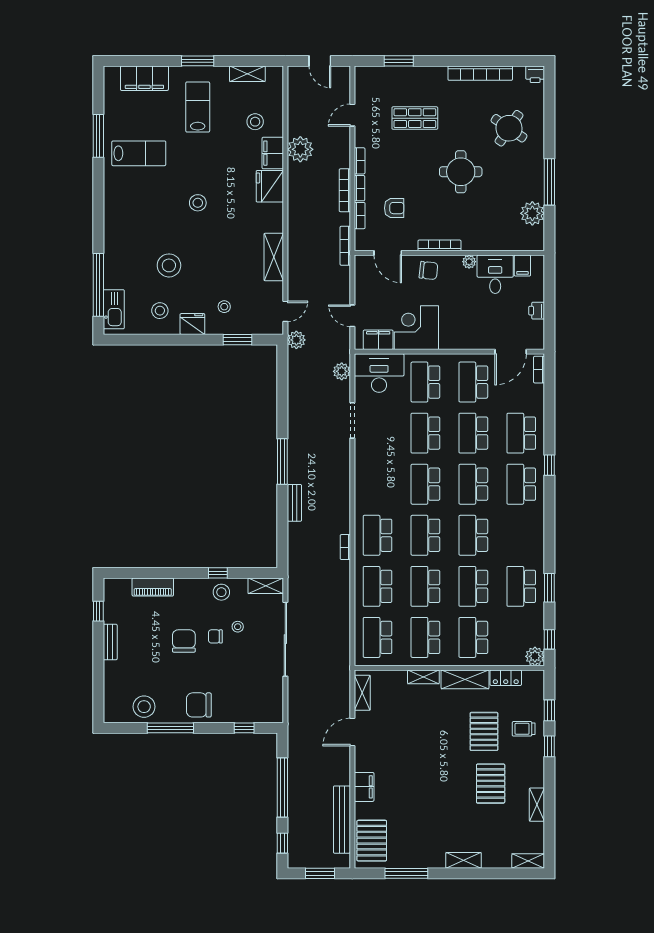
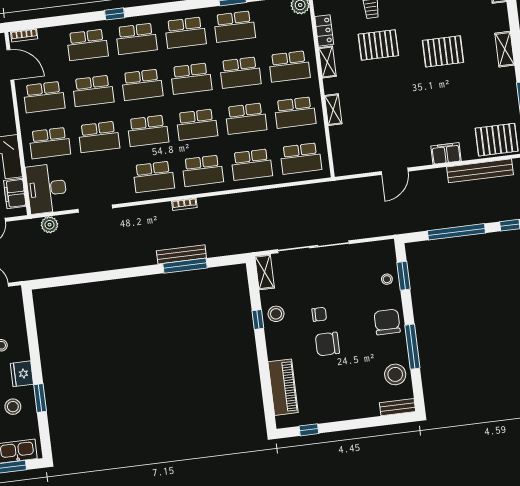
window: (237, 340) -> (40, 398), moved
plant: (296, 340) -> (25, 272), removed
window: (282, 462) -> (185, 266), moved
school desk: (377, 484) -> (154, 177), added
bench: (294, 503) -> (181, 254), width x1.36
school desk: (521, 535) -> (185, 33), added
bookcase: (345, 547) -> (184, 204), moved
piano: (153, 587) -> (283, 387), width x1.37, depth x1.33
stool: (238, 627) -> (387, 279), moved
chair: (215, 636) -> (319, 314), turned -90
bench: (110, 642) -> (398, 407), moved
shelving: (465, 679) -> (327, 62), width x0.67, depth x0.75
shelving: (362, 693) -> (356, 166), removed
chair: (199, 705) -> (387, 322), turned 180
window: (244, 728) -> (404, 276), width x1.50
door: (352, 732) -> (395, 171), hinge flipped
pallet: (491, 784) -> (443, 51), moved

